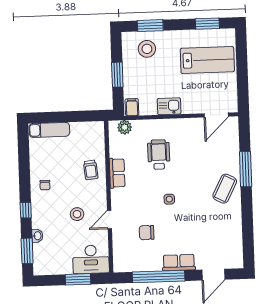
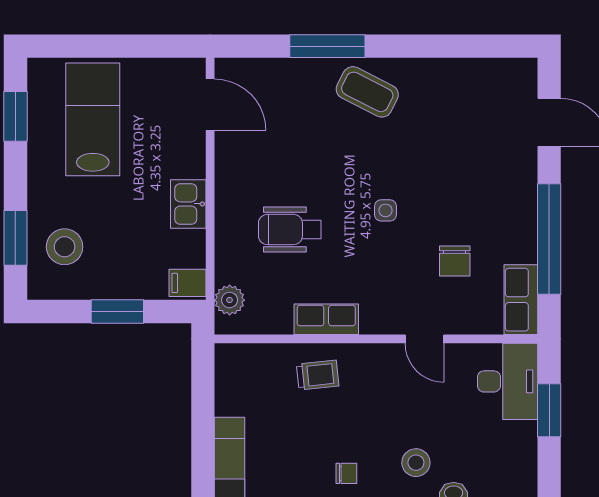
stool: (77, 214) -> (416, 463), moved
row of seats: (179, 263) -> (521, 300), moved

